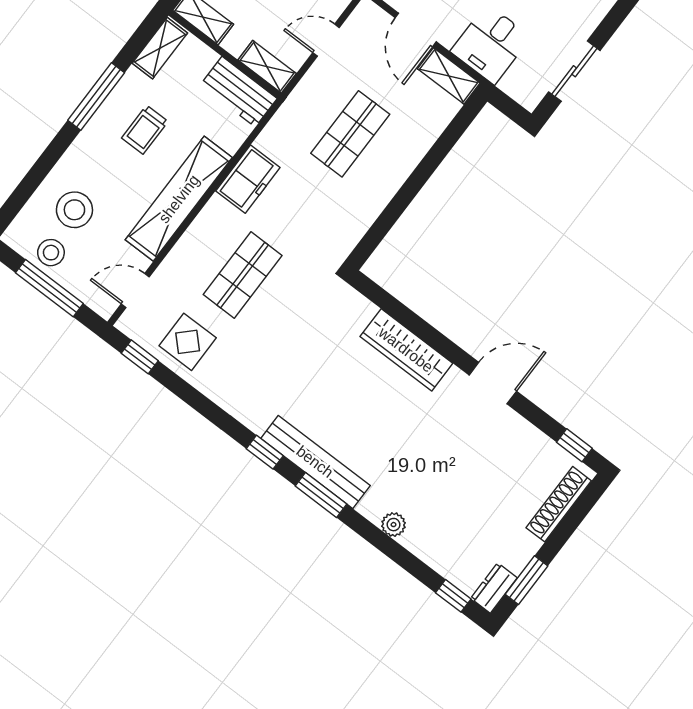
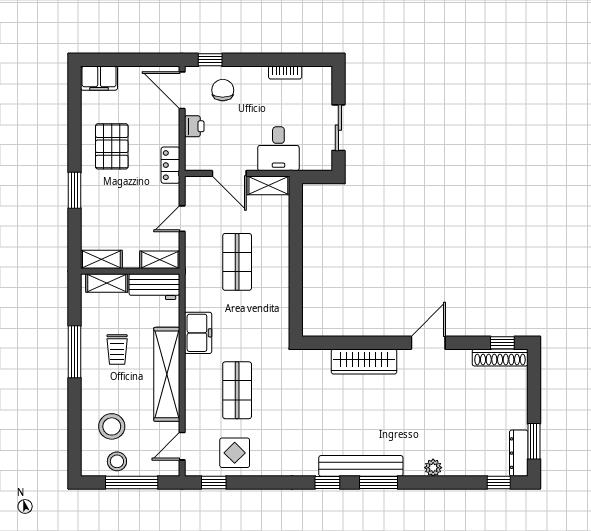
shelving: (160, 48) -> (107, 283), moved, turned 90
shoe rack: (559, 504) -> (500, 357), moved, turned -90
dresser: (494, 588) -> (519, 453), width x1.44

